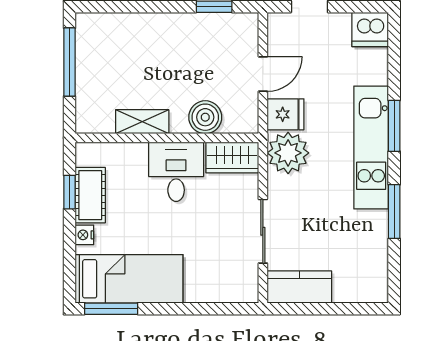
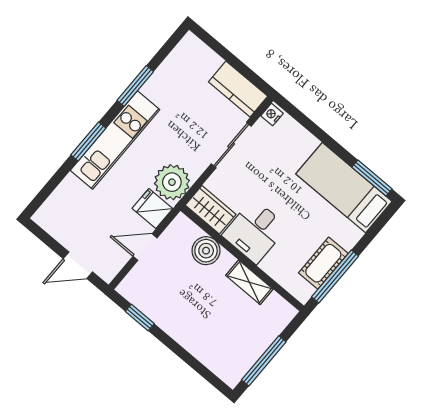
dishwasher: (370, 29) -> (51, 217), removed
window: (70, 192) -> (335, 277), width x2.17
nightstand: (84, 235) -> (272, 115), moved, turned 180

